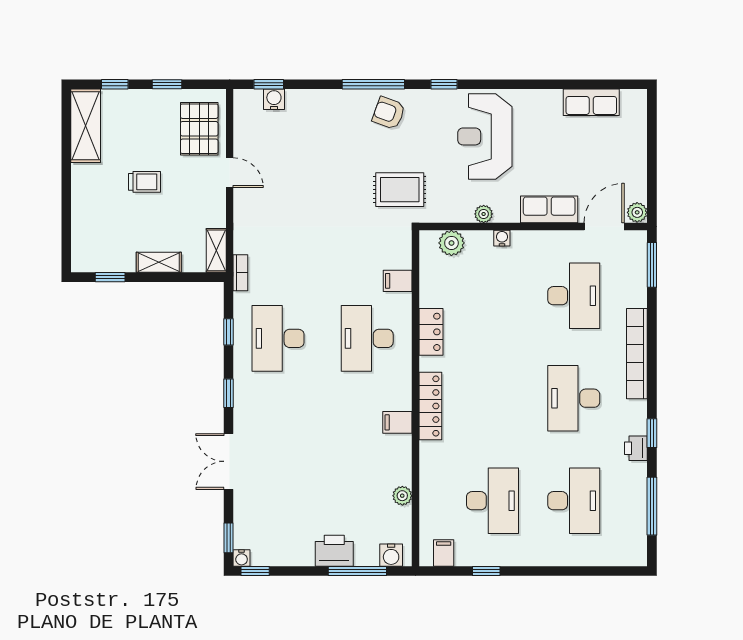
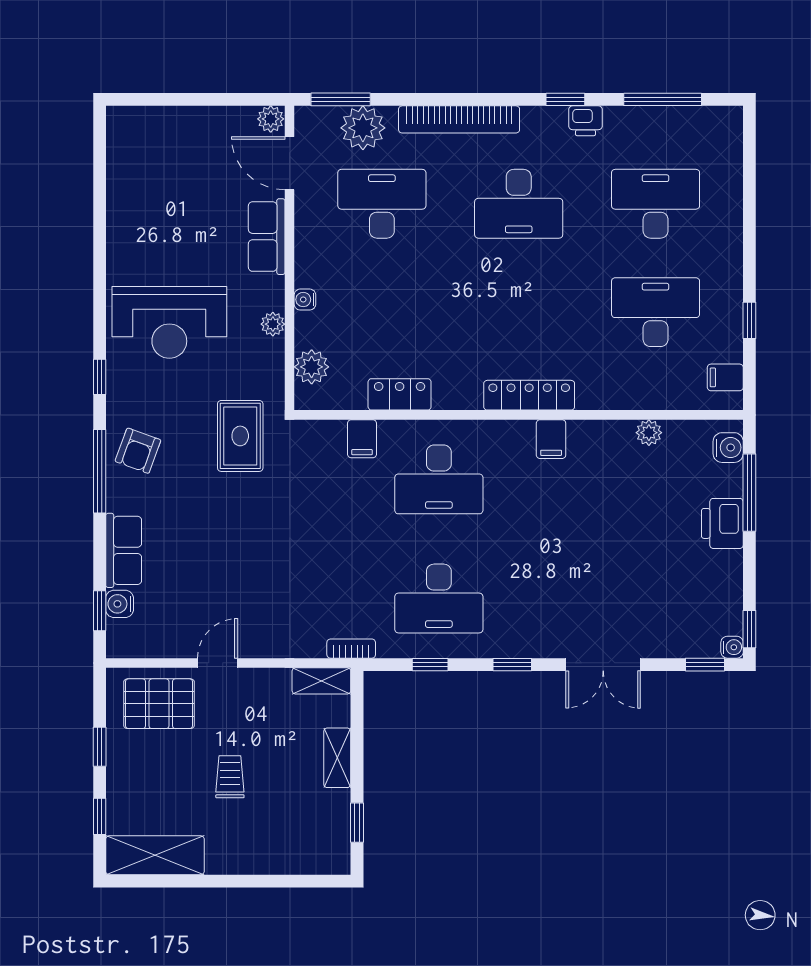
row of seats: (591, 102) -> (124, 550), moved
plant: (631, 281) -> (363, 128), added
locker: (431, 332) -> (400, 394), moved

